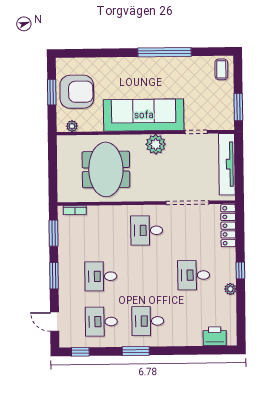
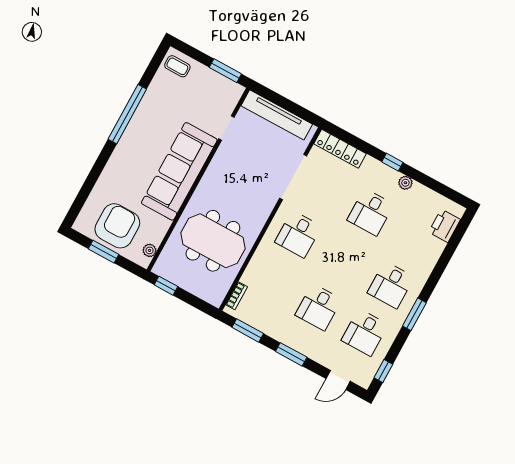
plant: (156, 144) -> (216, 176), removed
window: (53, 153) -> (166, 286), added

